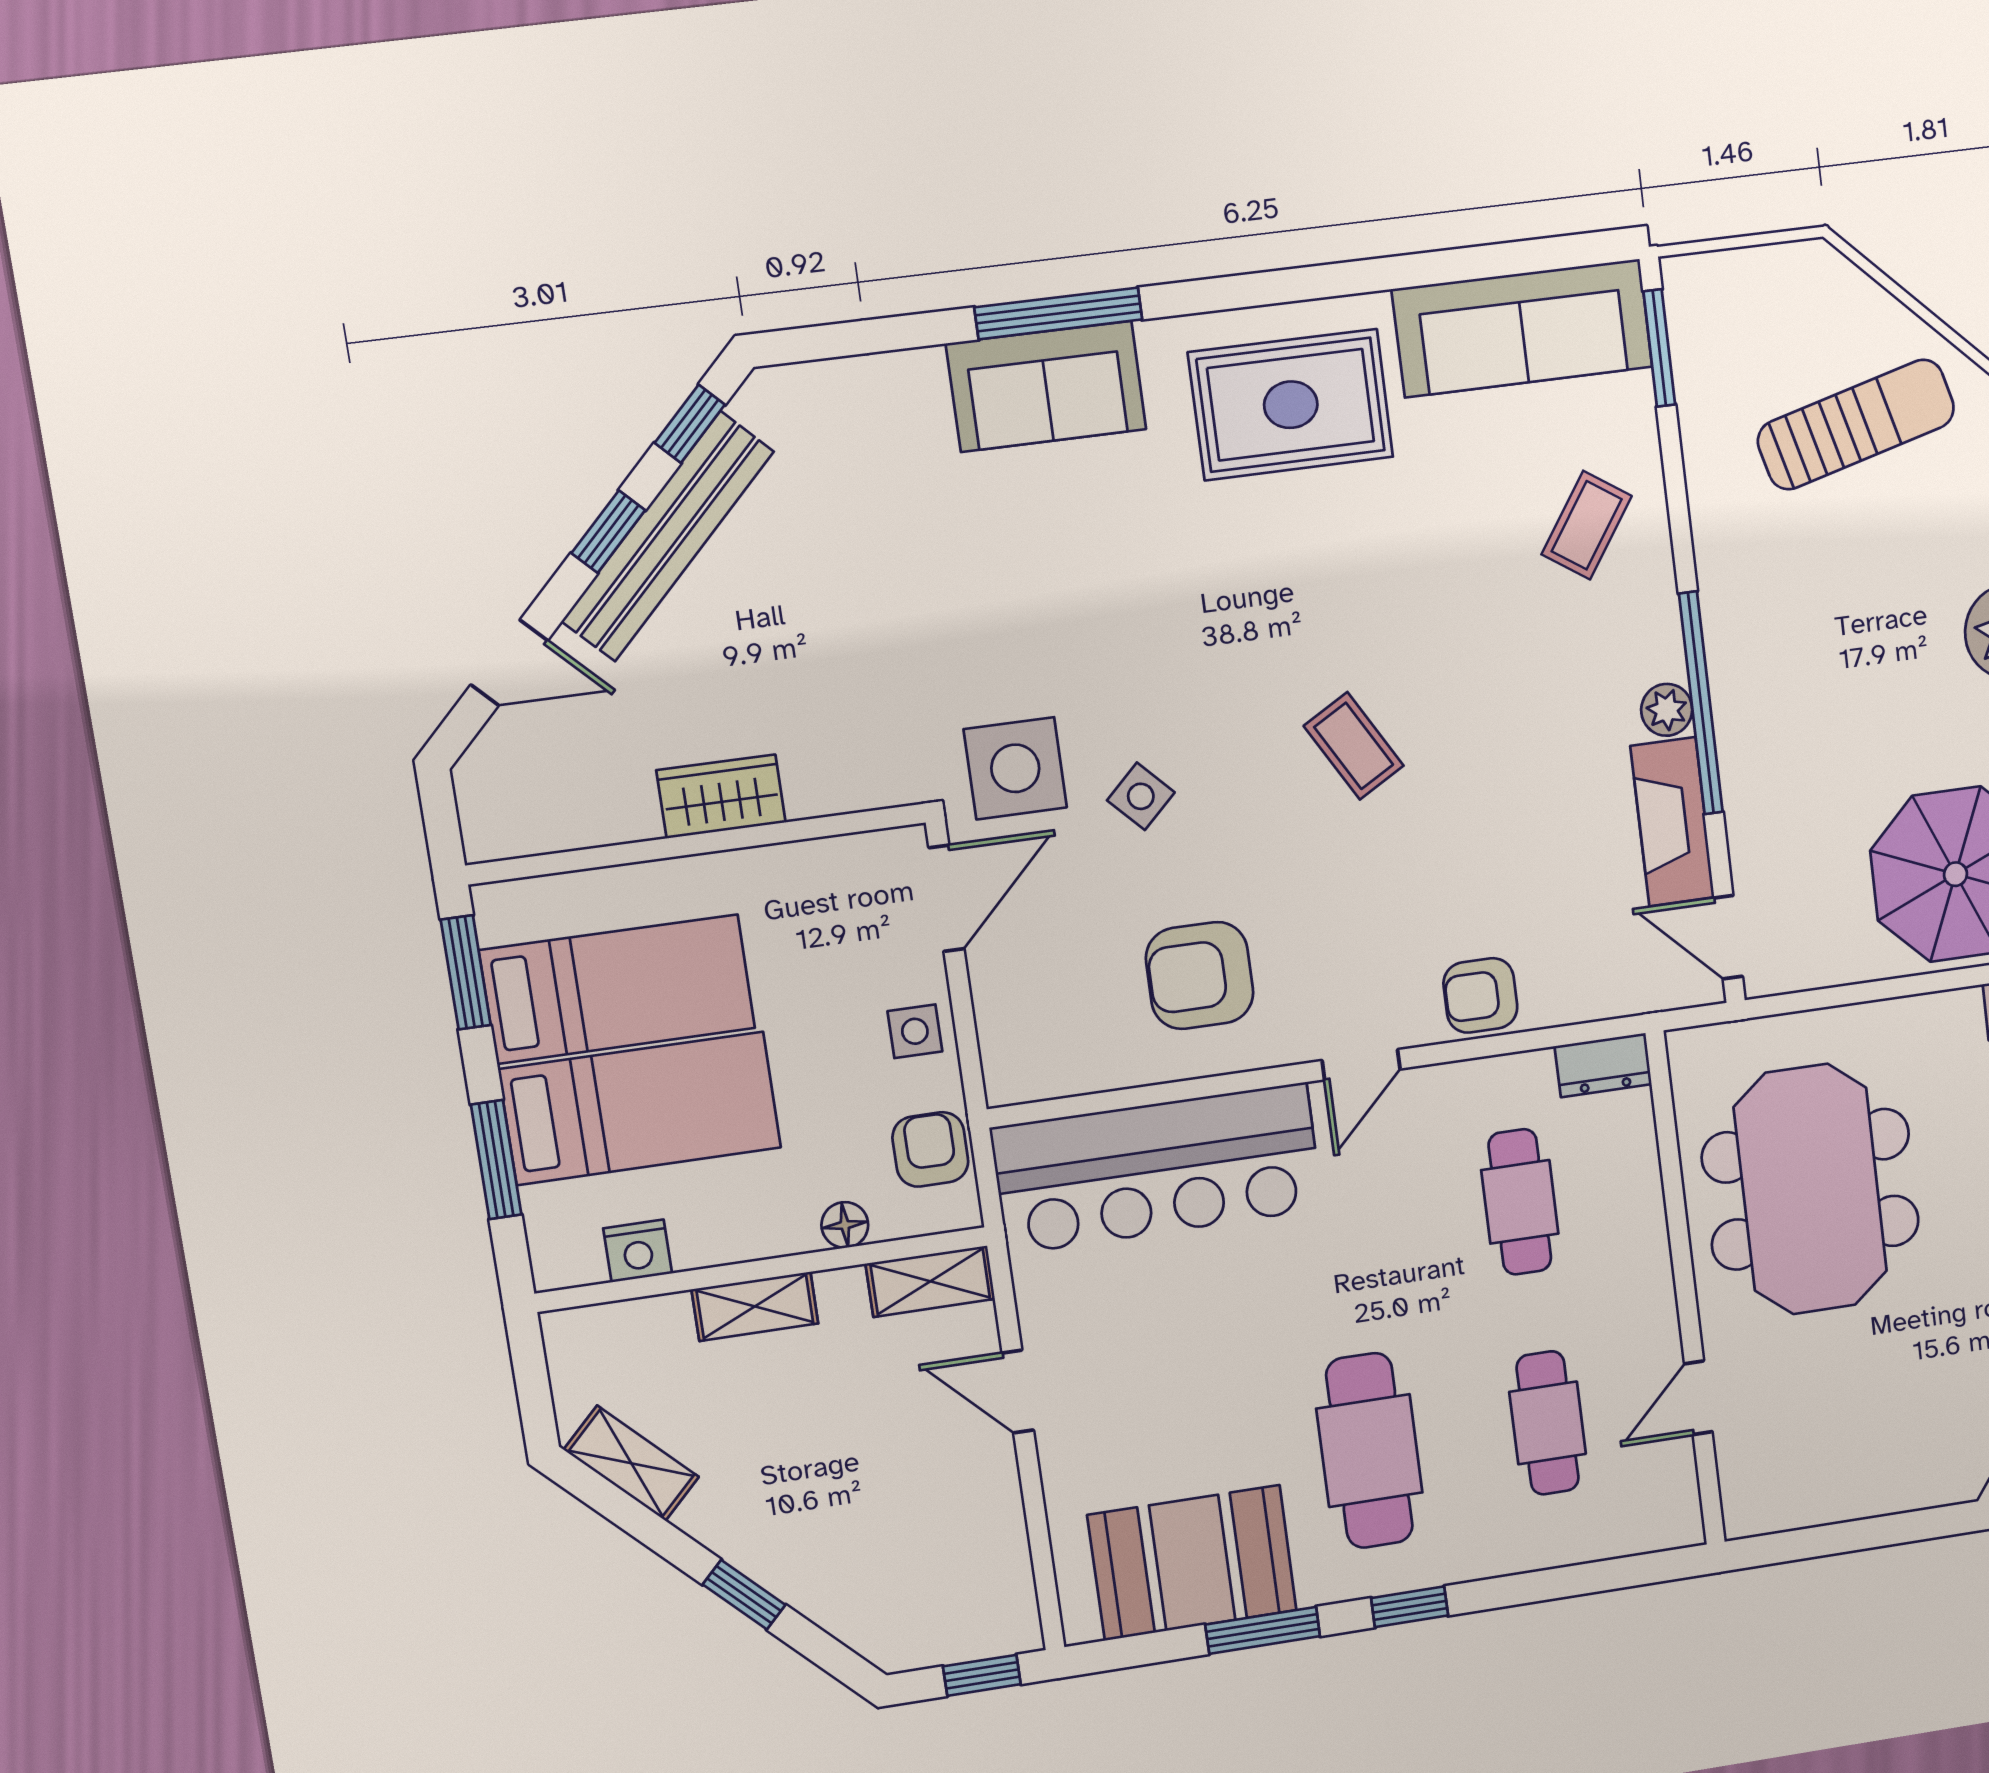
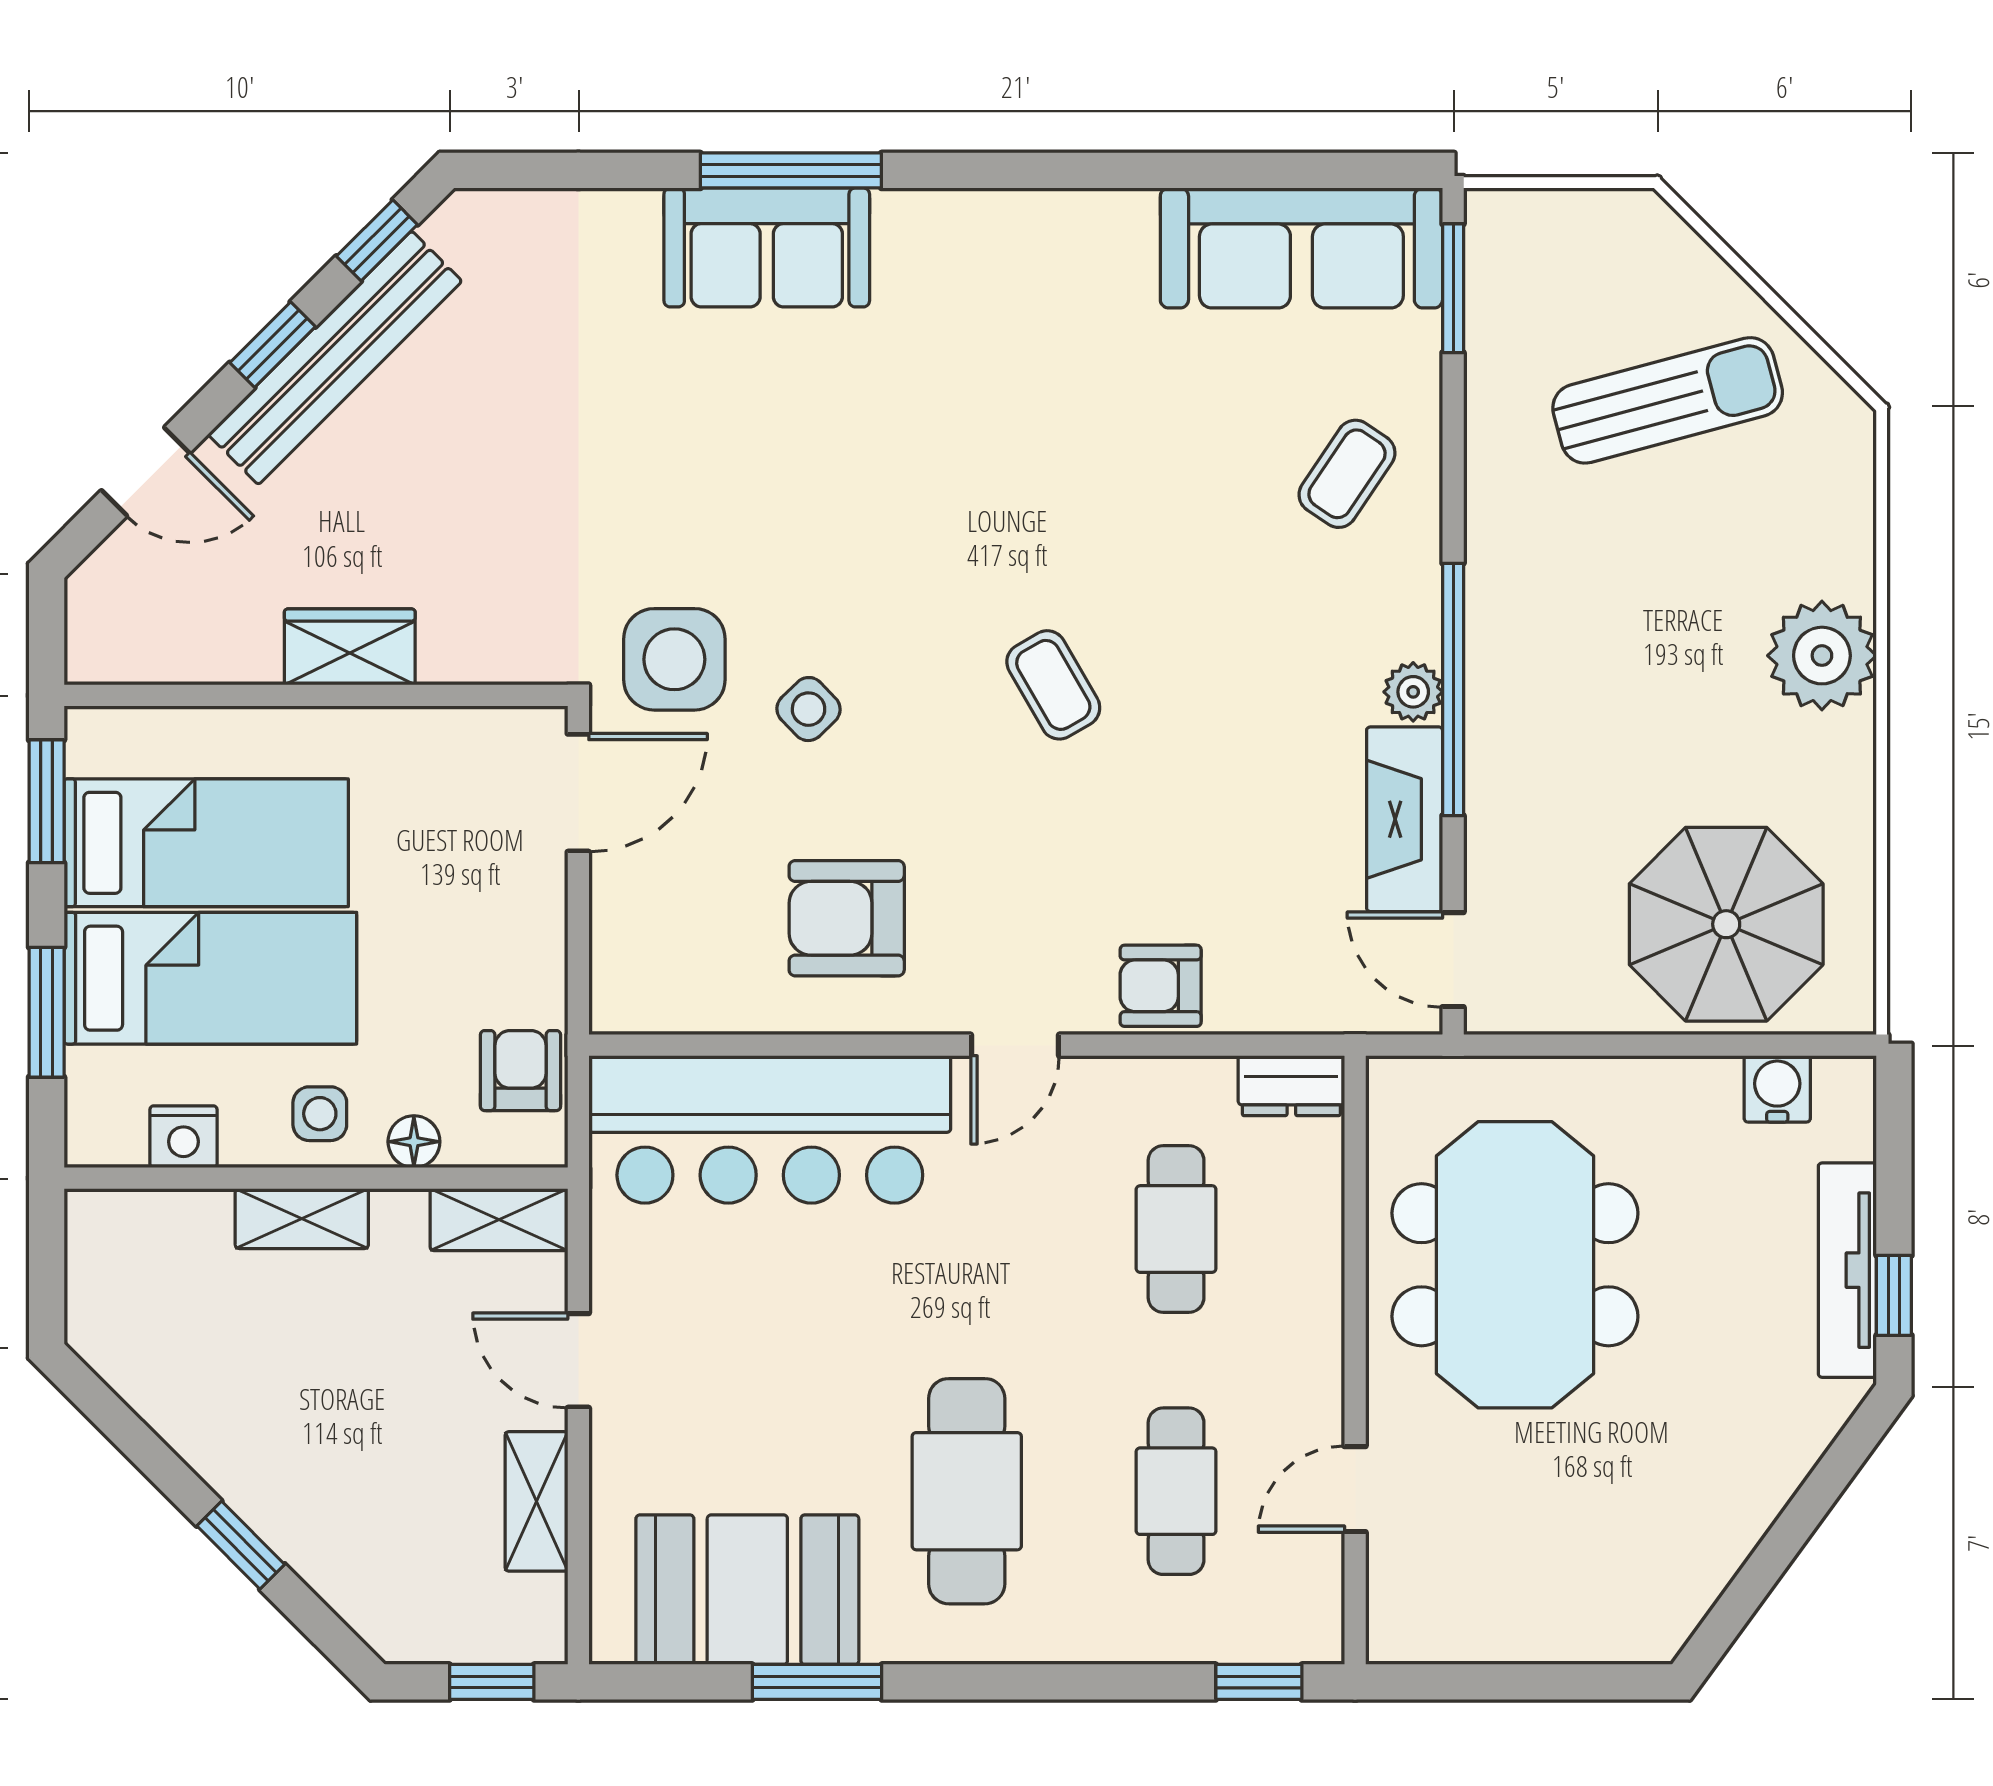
rug: (1291, 405) -> (1032, 300), removed
side table: (915, 1031) -> (320, 1114), moved
shelving: (631, 1463) -> (536, 1501), moved, turned 45
window: (1410, 1607) -> (1259, 1682), moved

